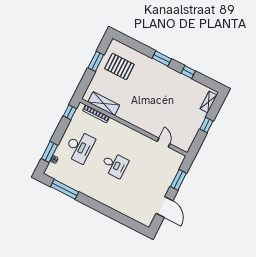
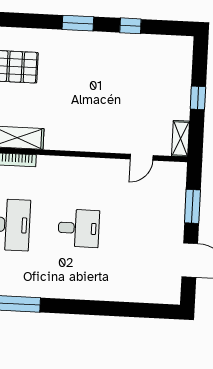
shelving: (209, 102) -> (181, 139), moved
door: (164, 143) -> (142, 157), swing flipped

